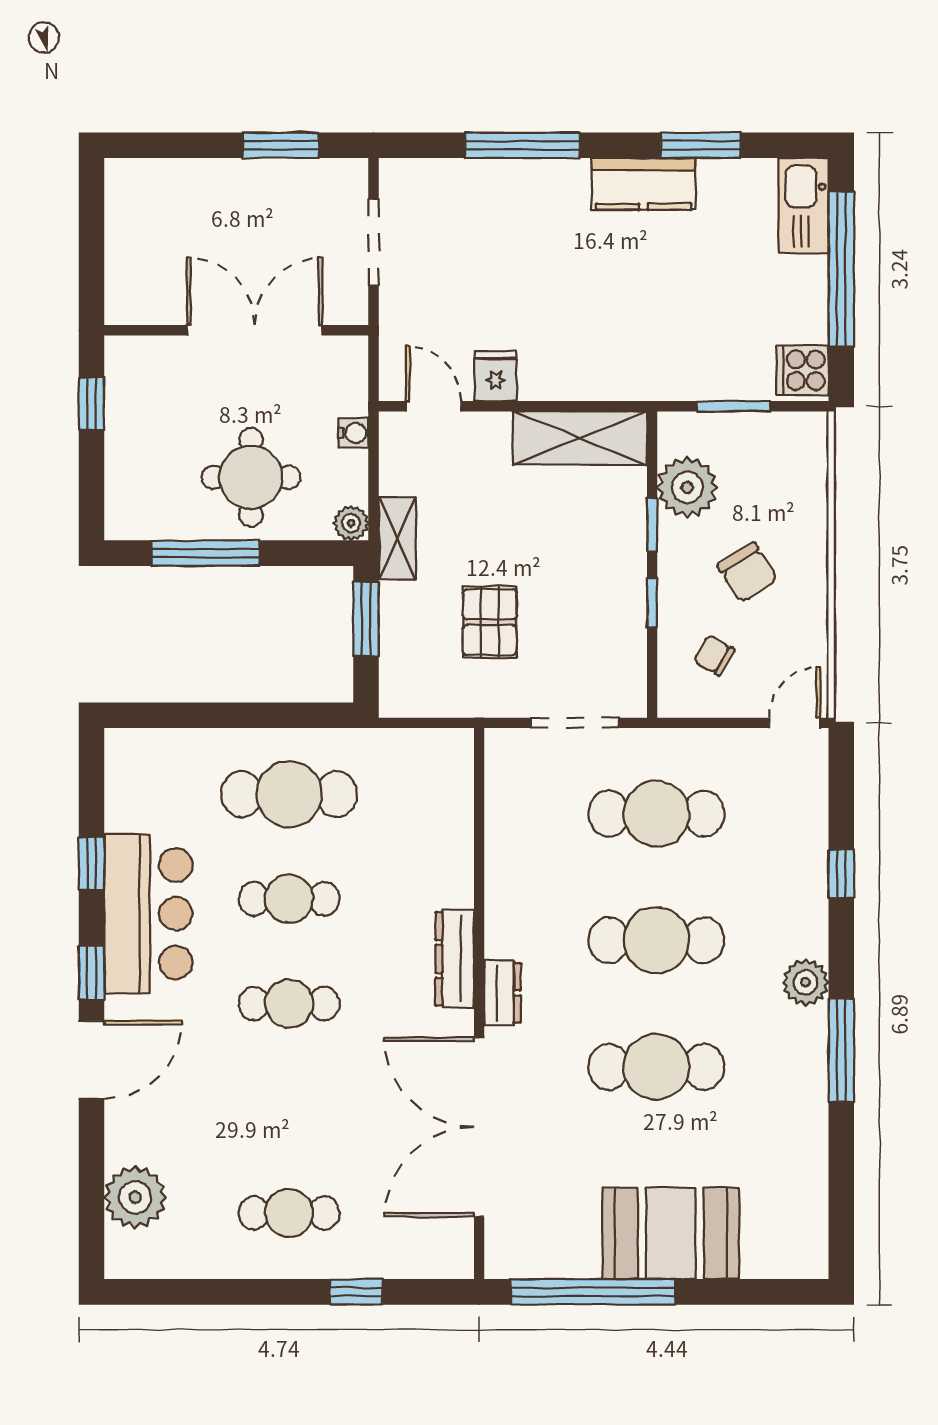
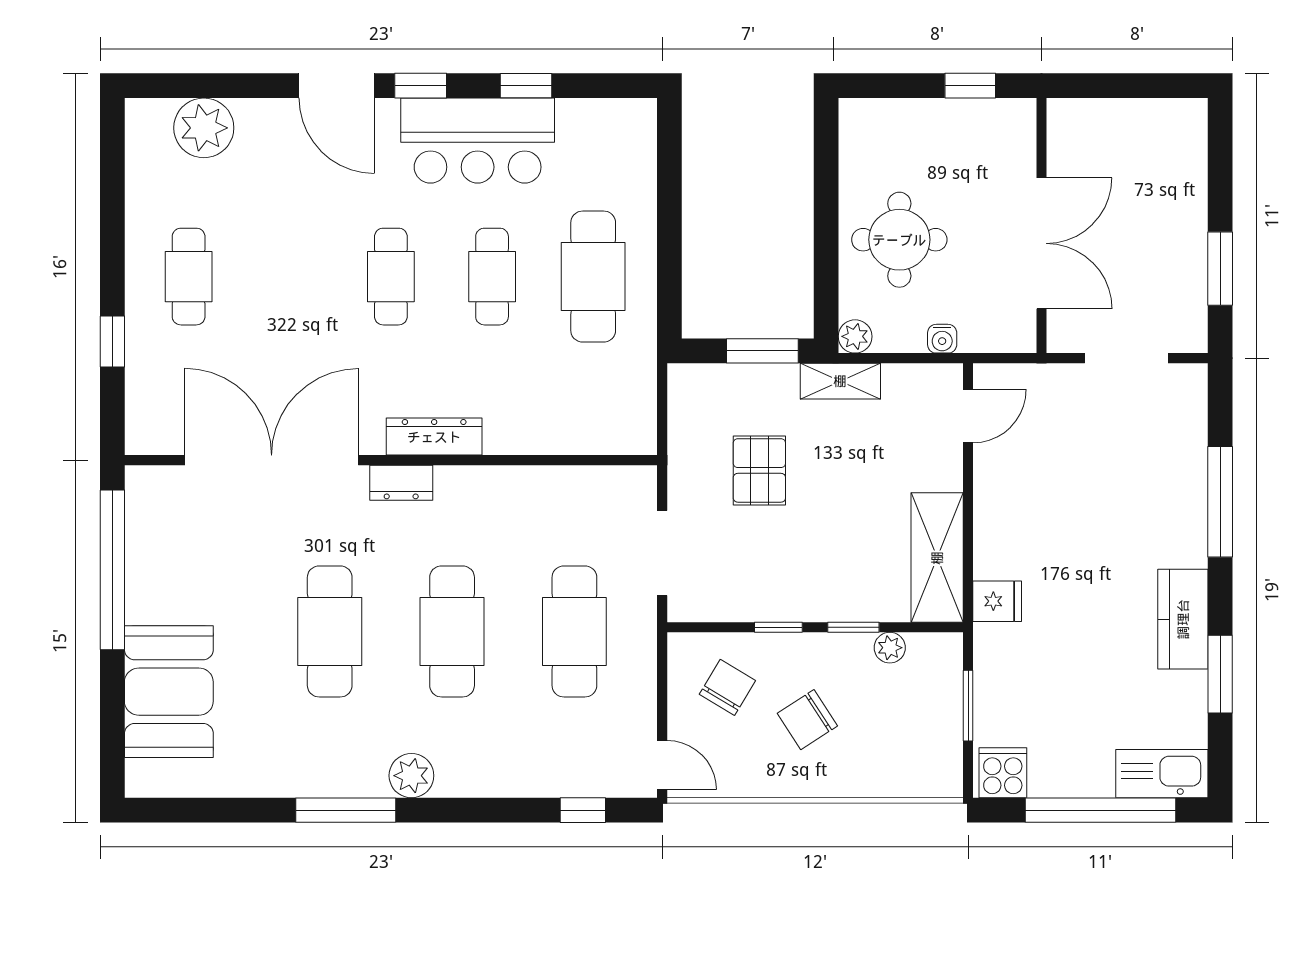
fridge: (496, 376) -> (997, 601), moved
plant: (687, 487) -> (890, 648), width x0.53, depth x0.53
window: (205, 553) -> (826, 196), removed
pallet: (490, 622) -> (759, 470), turned 90
chair: (714, 655) -> (727, 687), width x1.37, depth x1.37
window: (841, 874) -> (583, 810), moved
booth: (671, 1233) -> (169, 692), moved

